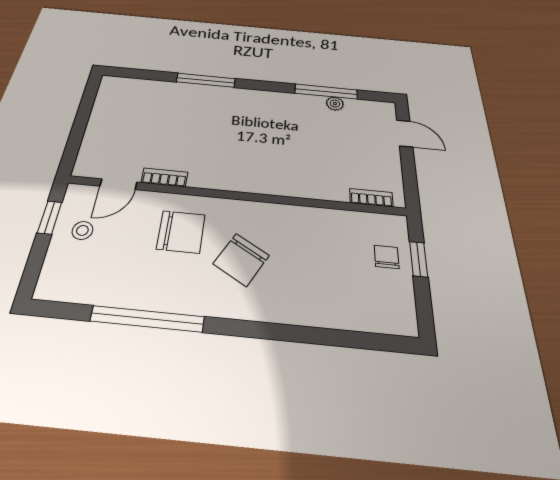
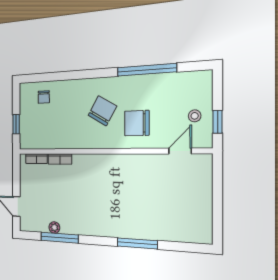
bookcase: (165, 177) -> (60, 159), moved
chair: (387, 257) -> (44, 97), moved

